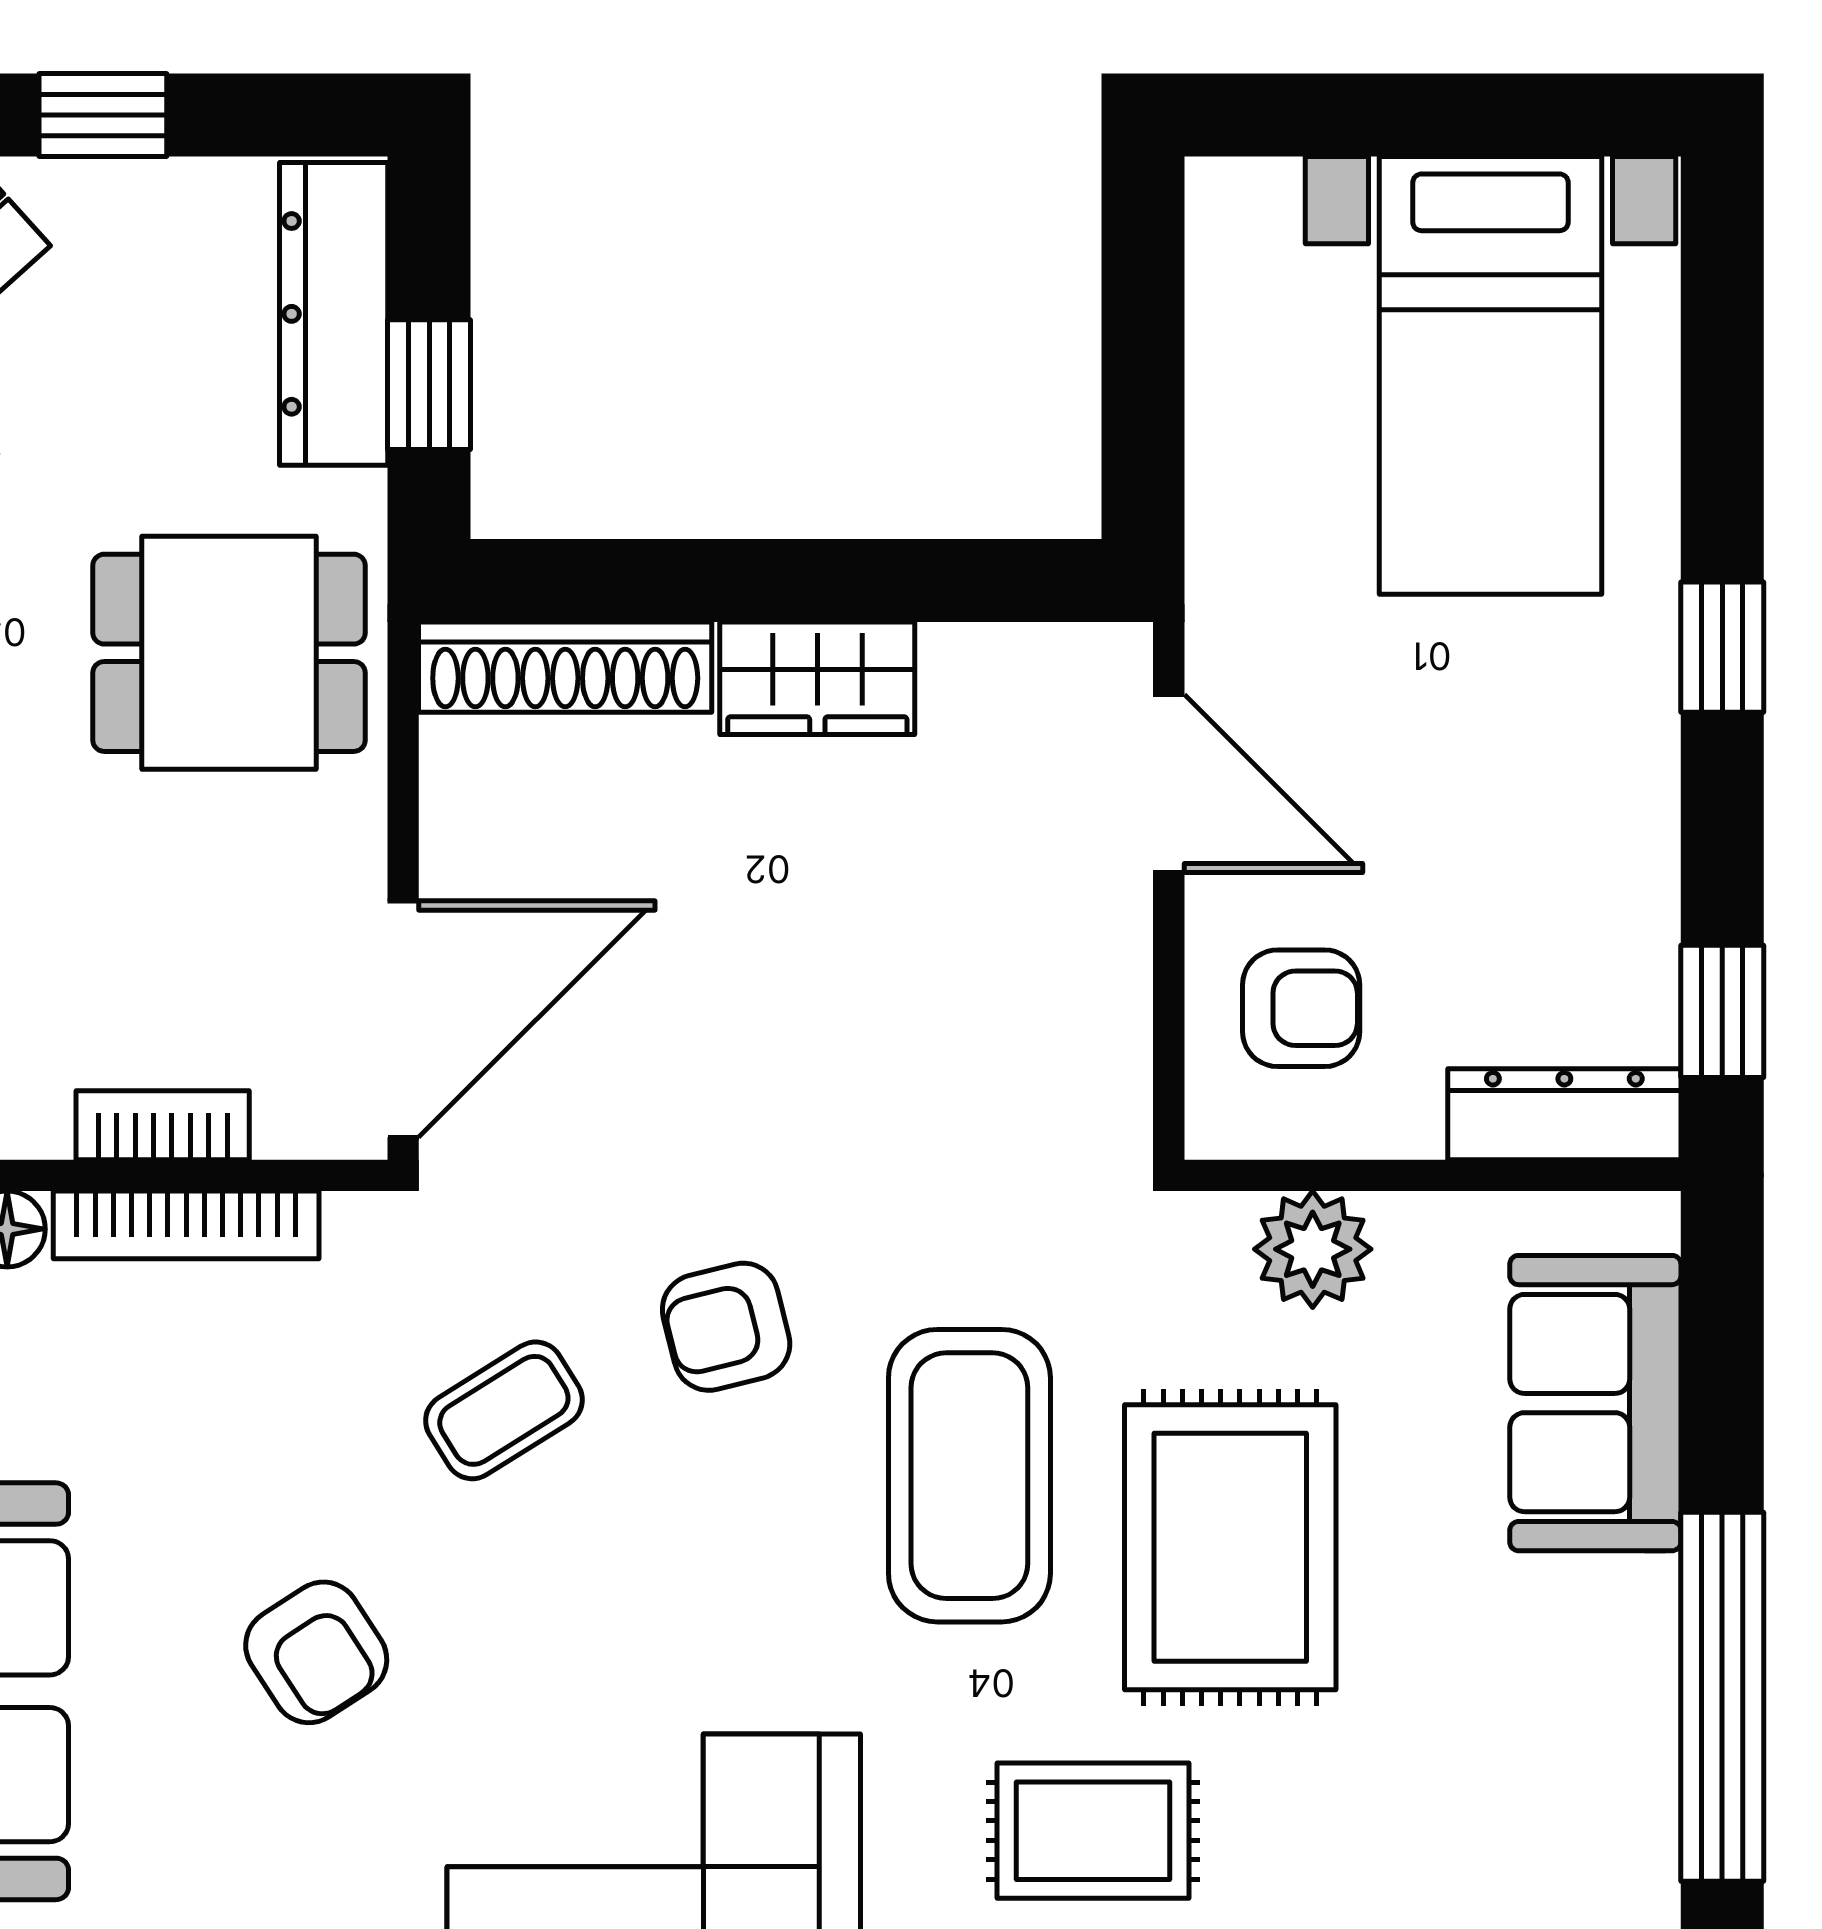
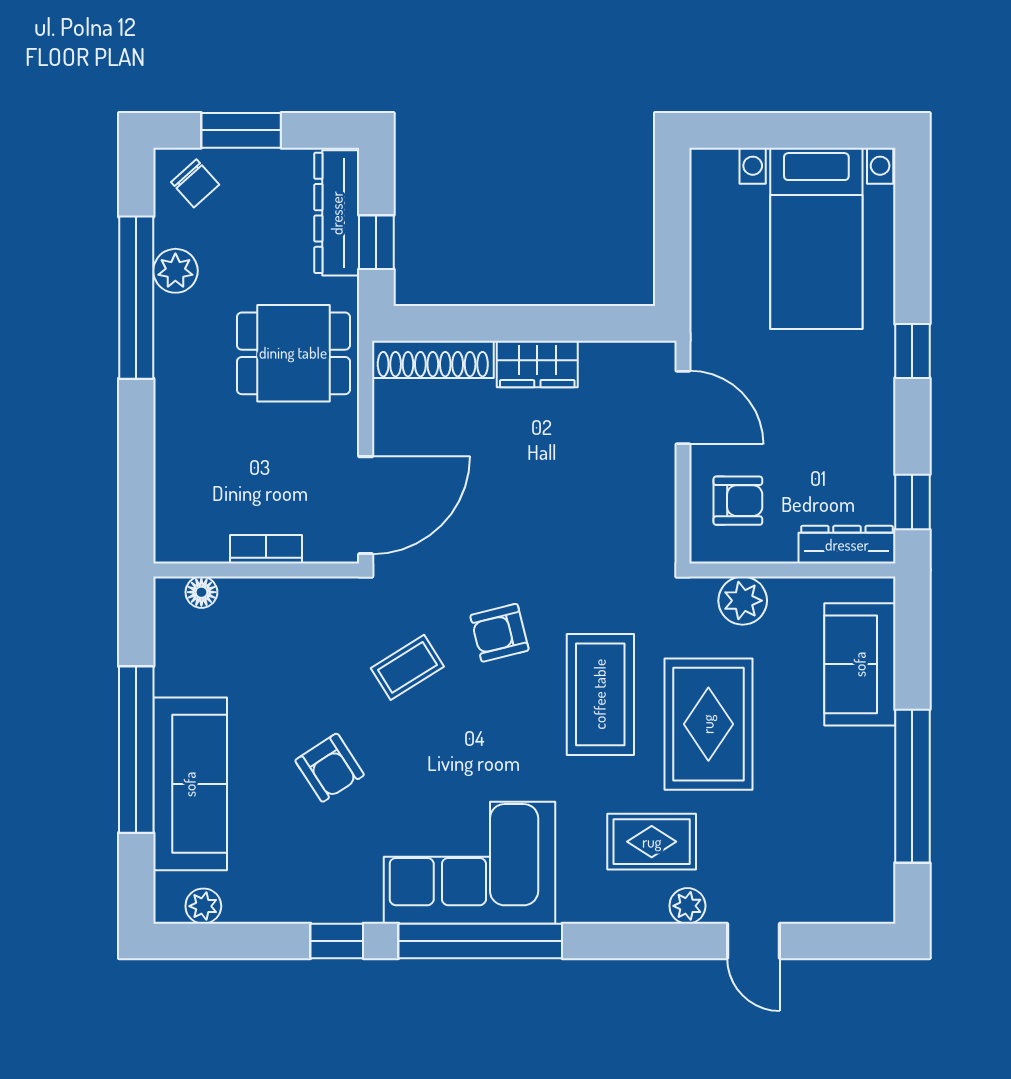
window: (103, 115) -> (241, 130), width x1.50
bookcase: (186, 1225) -> (276, 590), removed

